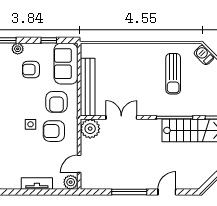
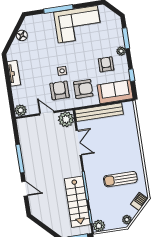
armchair: (56, 102) -> (83, 89), turned 180
door: (79, 164) -> (47, 113), moved
tv unit: (37, 183) -> (14, 73), moved

